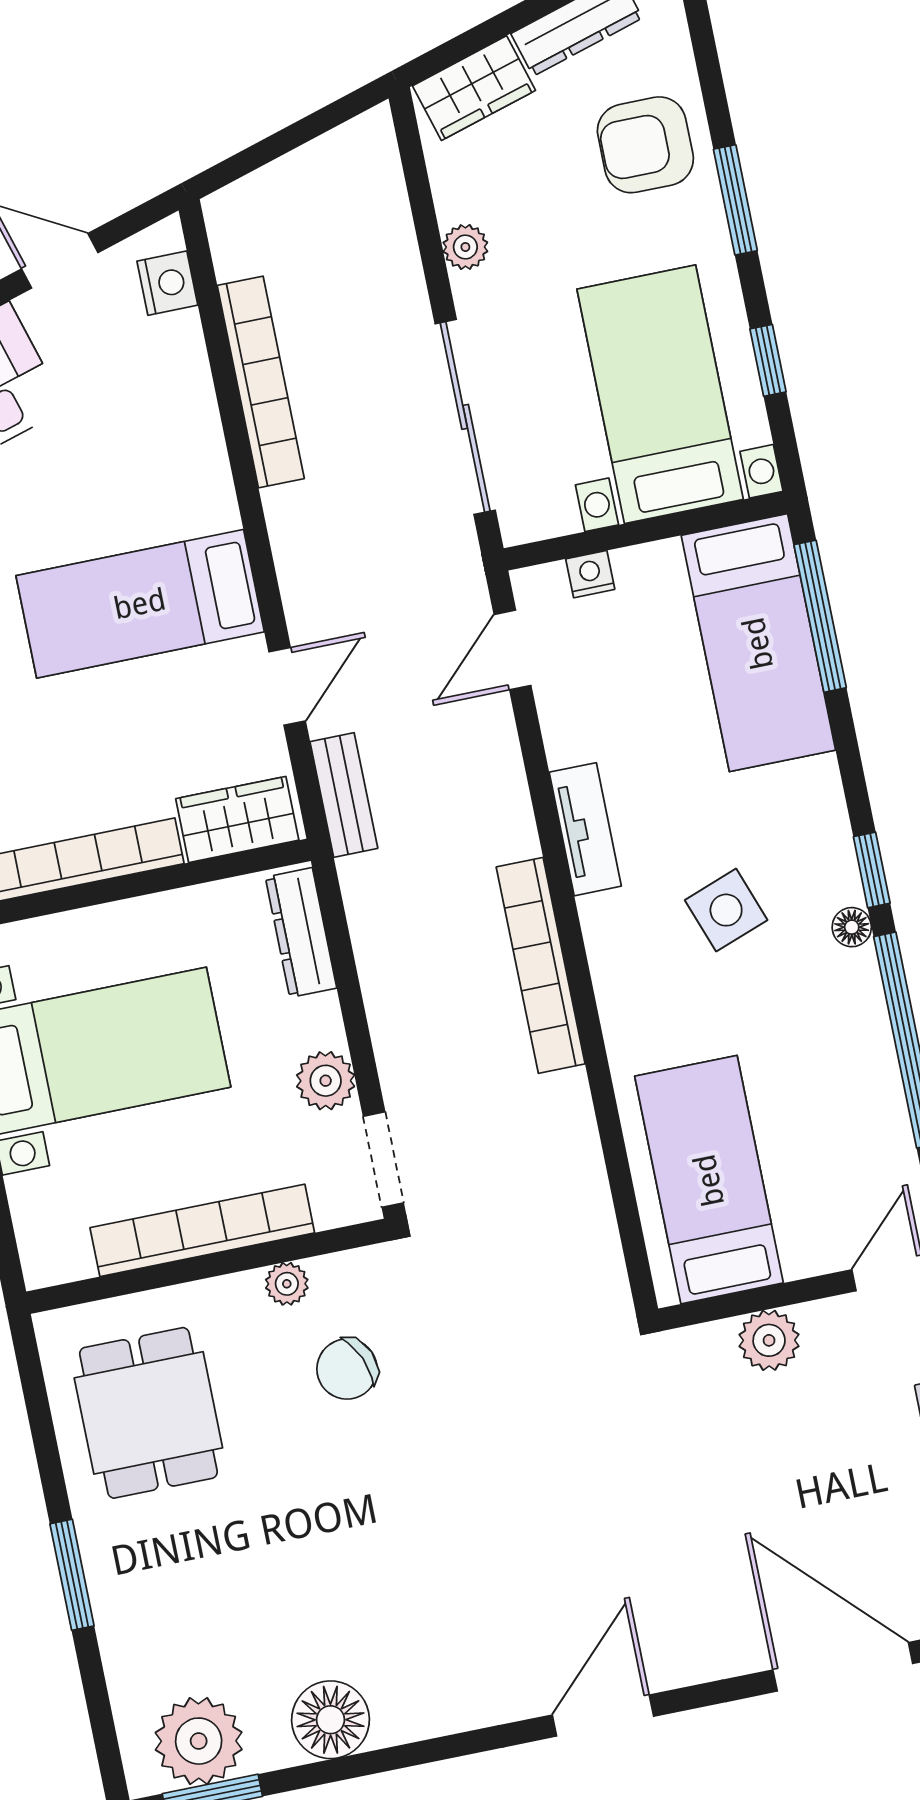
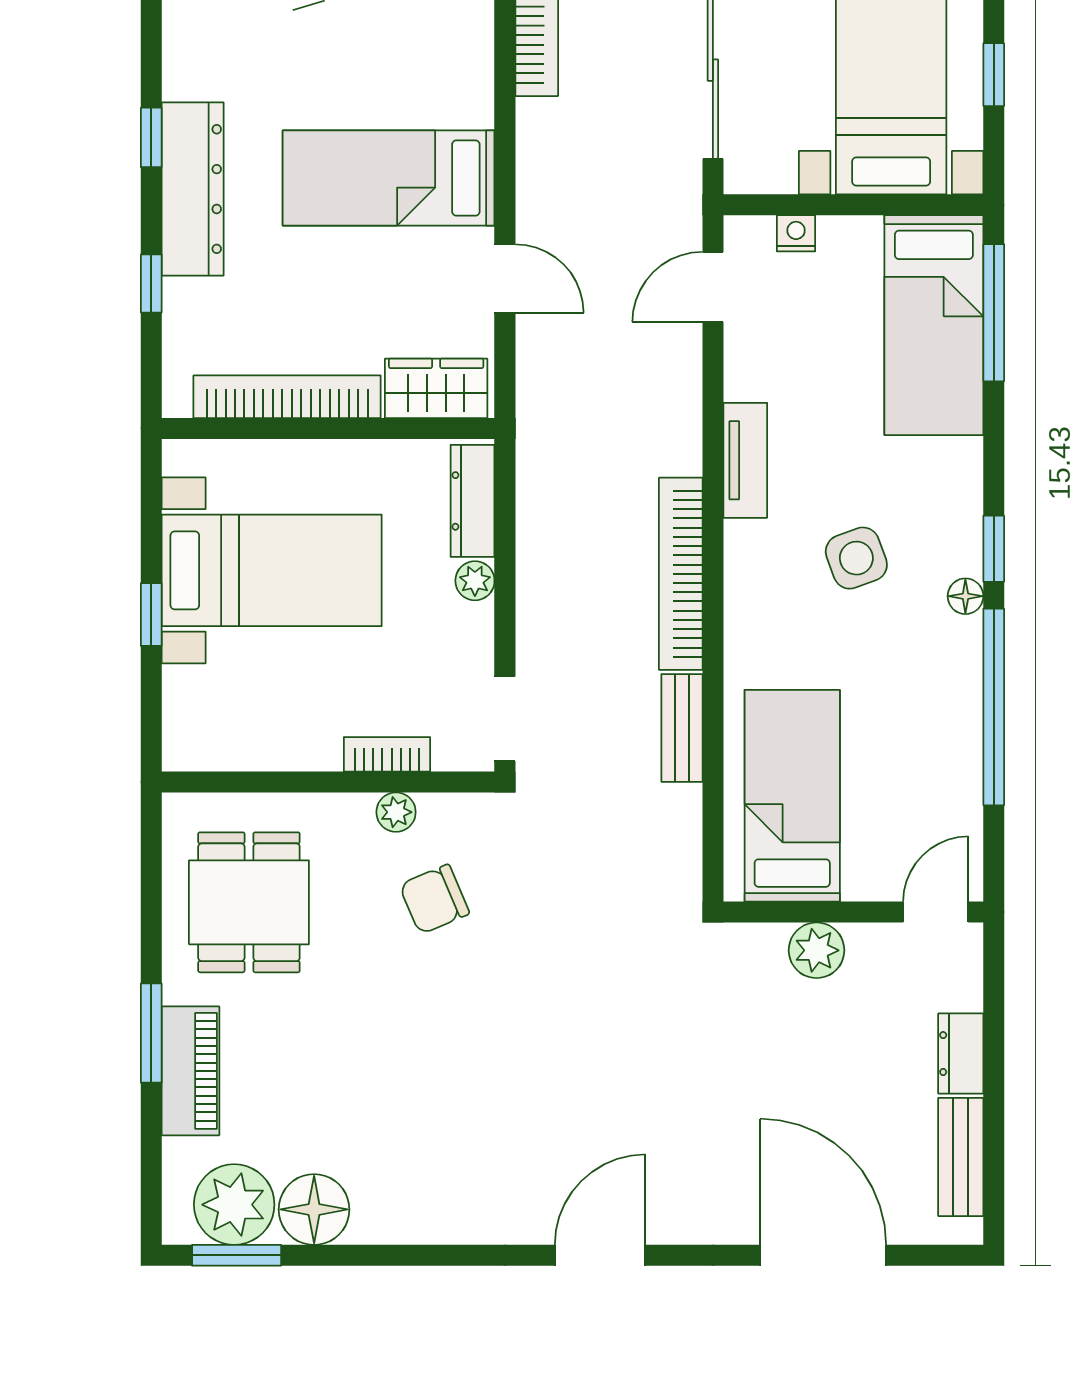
door: (287, 686) -> (505, 278), hinge flipped
bench: (344, 795) -> (682, 728), moved
plant: (326, 1081) -> (475, 581), moved, width x0.73, depth x0.73
bookcase: (202, 1230) -> (387, 754), width x0.43, depth x0.76
piano: (122, 1607) -> (190, 1071), added
floor lamp: (331, 1720) -> (314, 1209), moved

